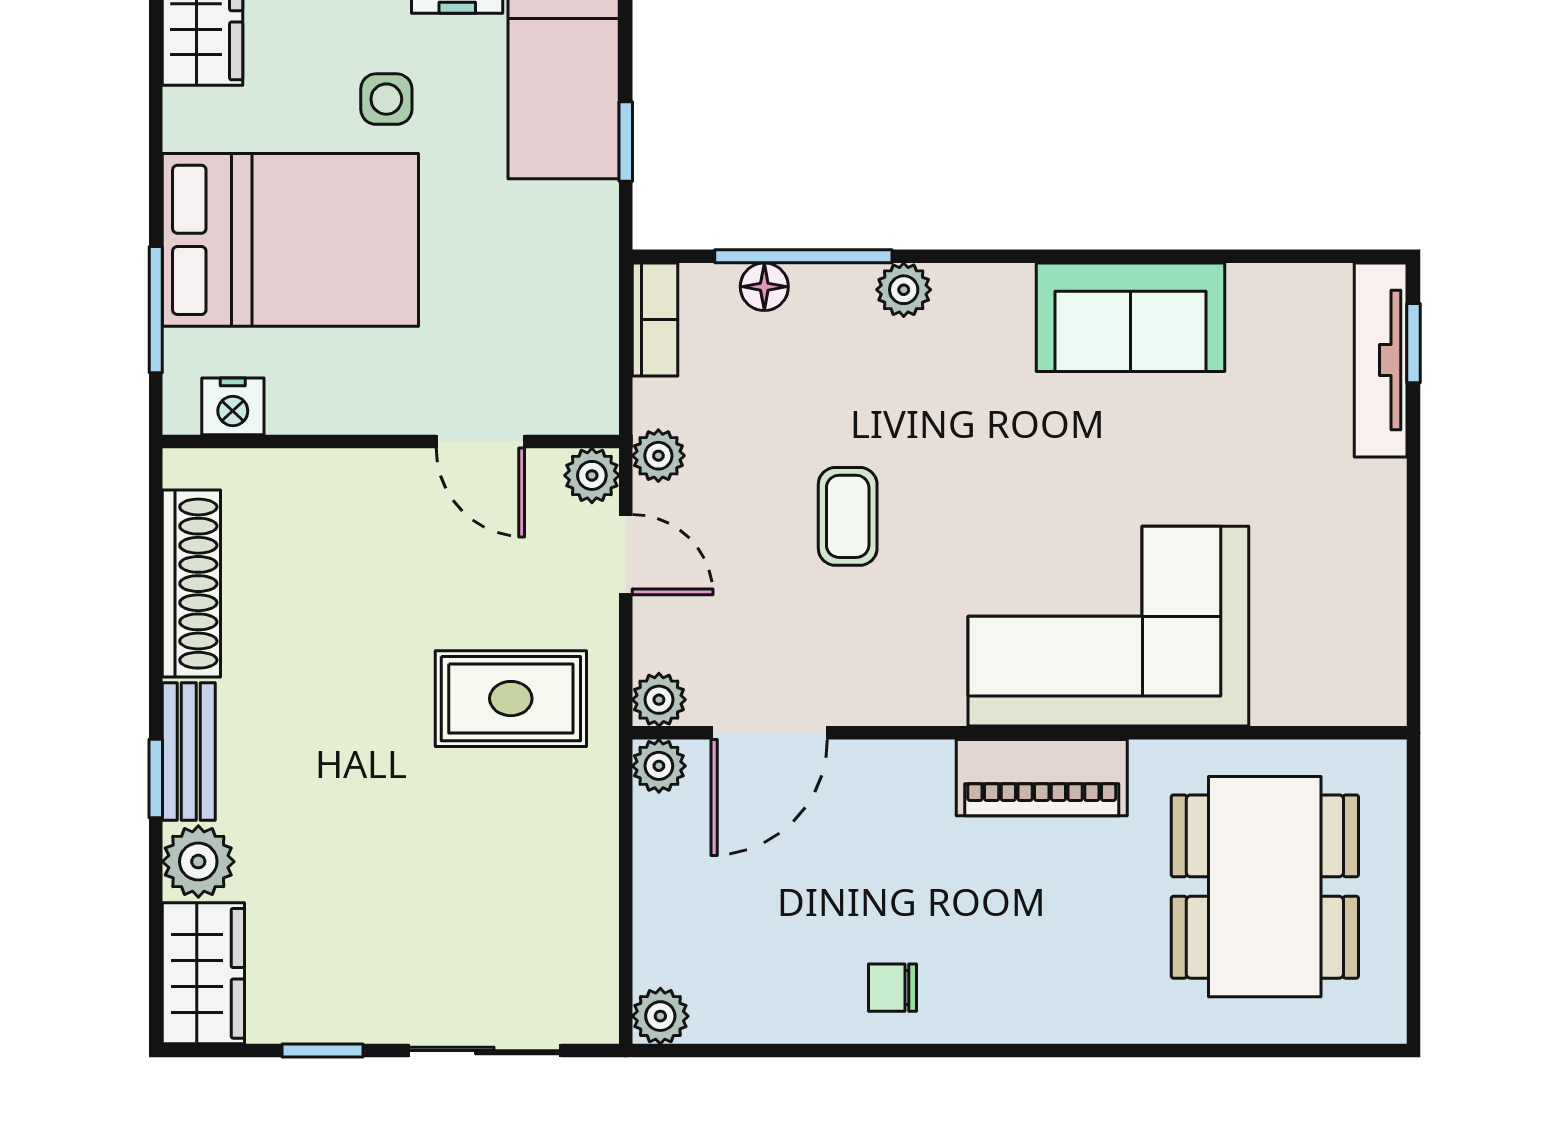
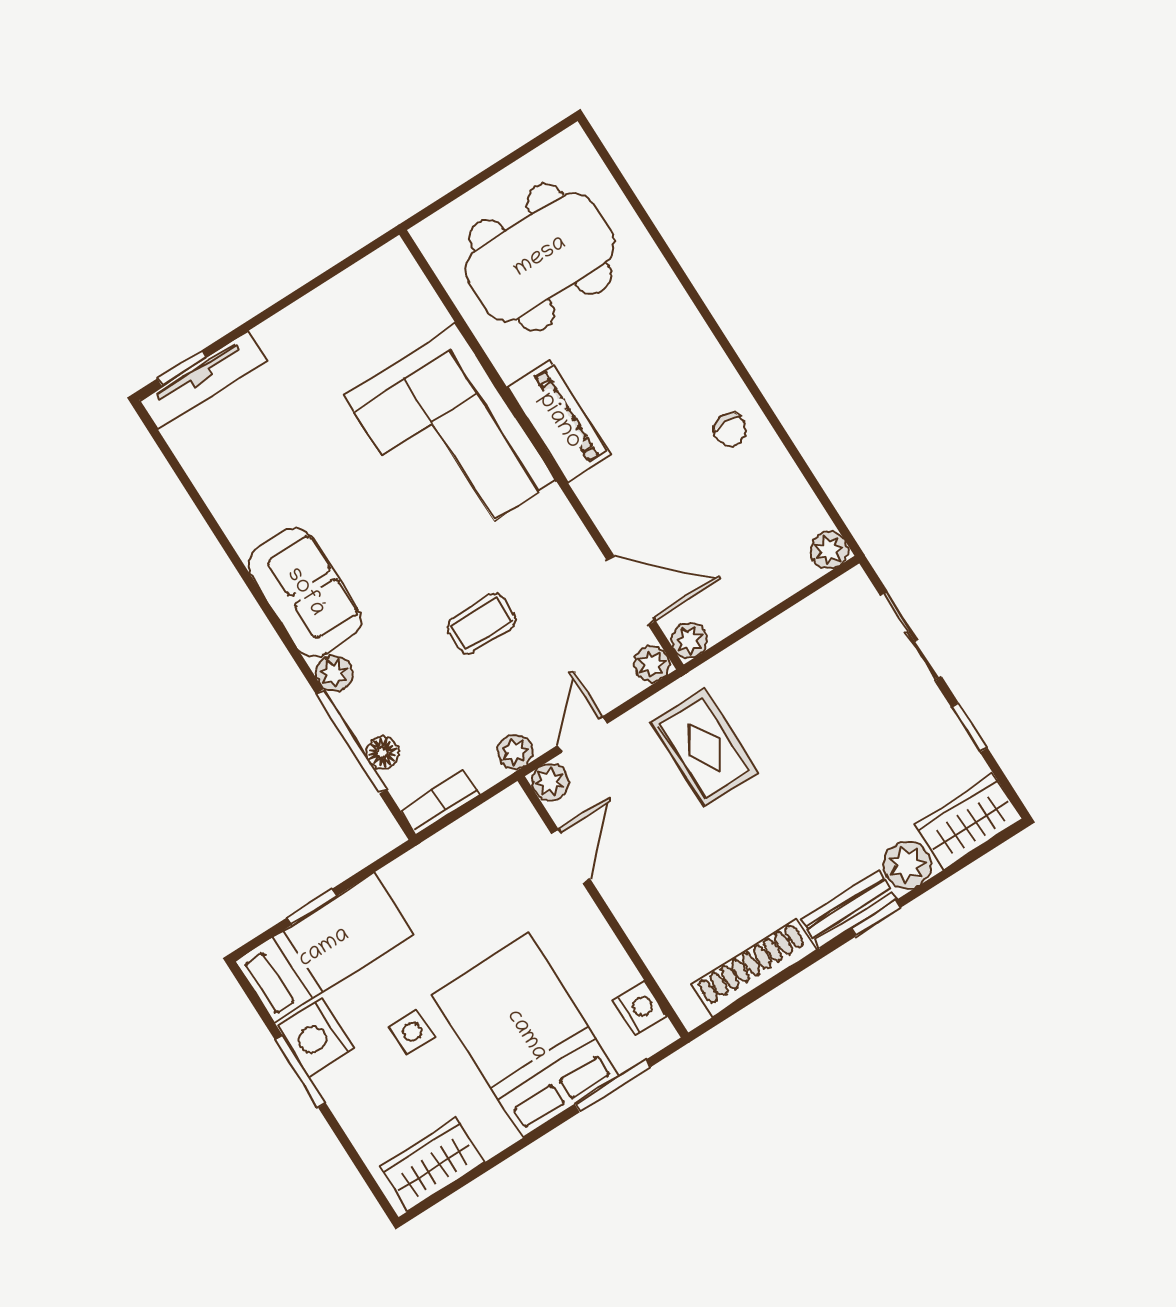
window: (626, 141) -> (312, 907), moved
sofa: (1131, 317) -> (305, 592), moved

